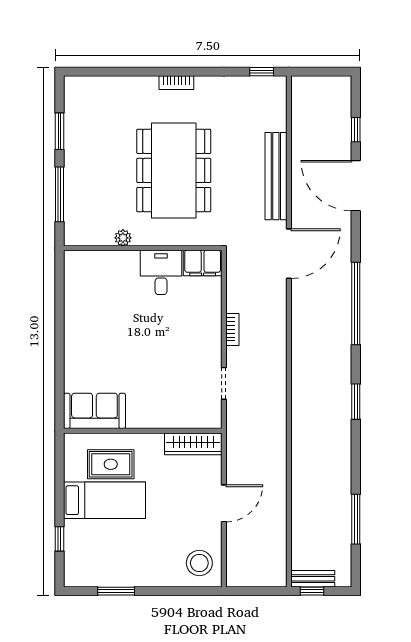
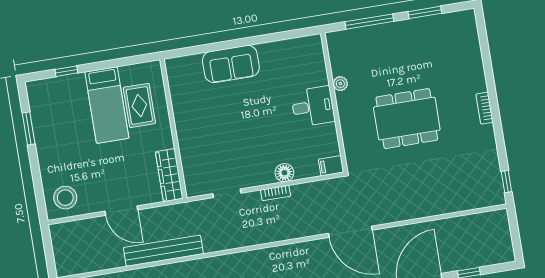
dining table: (174, 170) -> (407, 119), width x0.73, depth x0.80
bench: (276, 176) -> (163, 251), moved
filing cabinet: (203, 263) -> (331, 166), width x0.50
desk: (161, 272) -> (313, 107), moved
floor lamp: (212, 316) -> (284, 173), added
sofa: (94, 411) -> (231, 64), moved, turned 90

